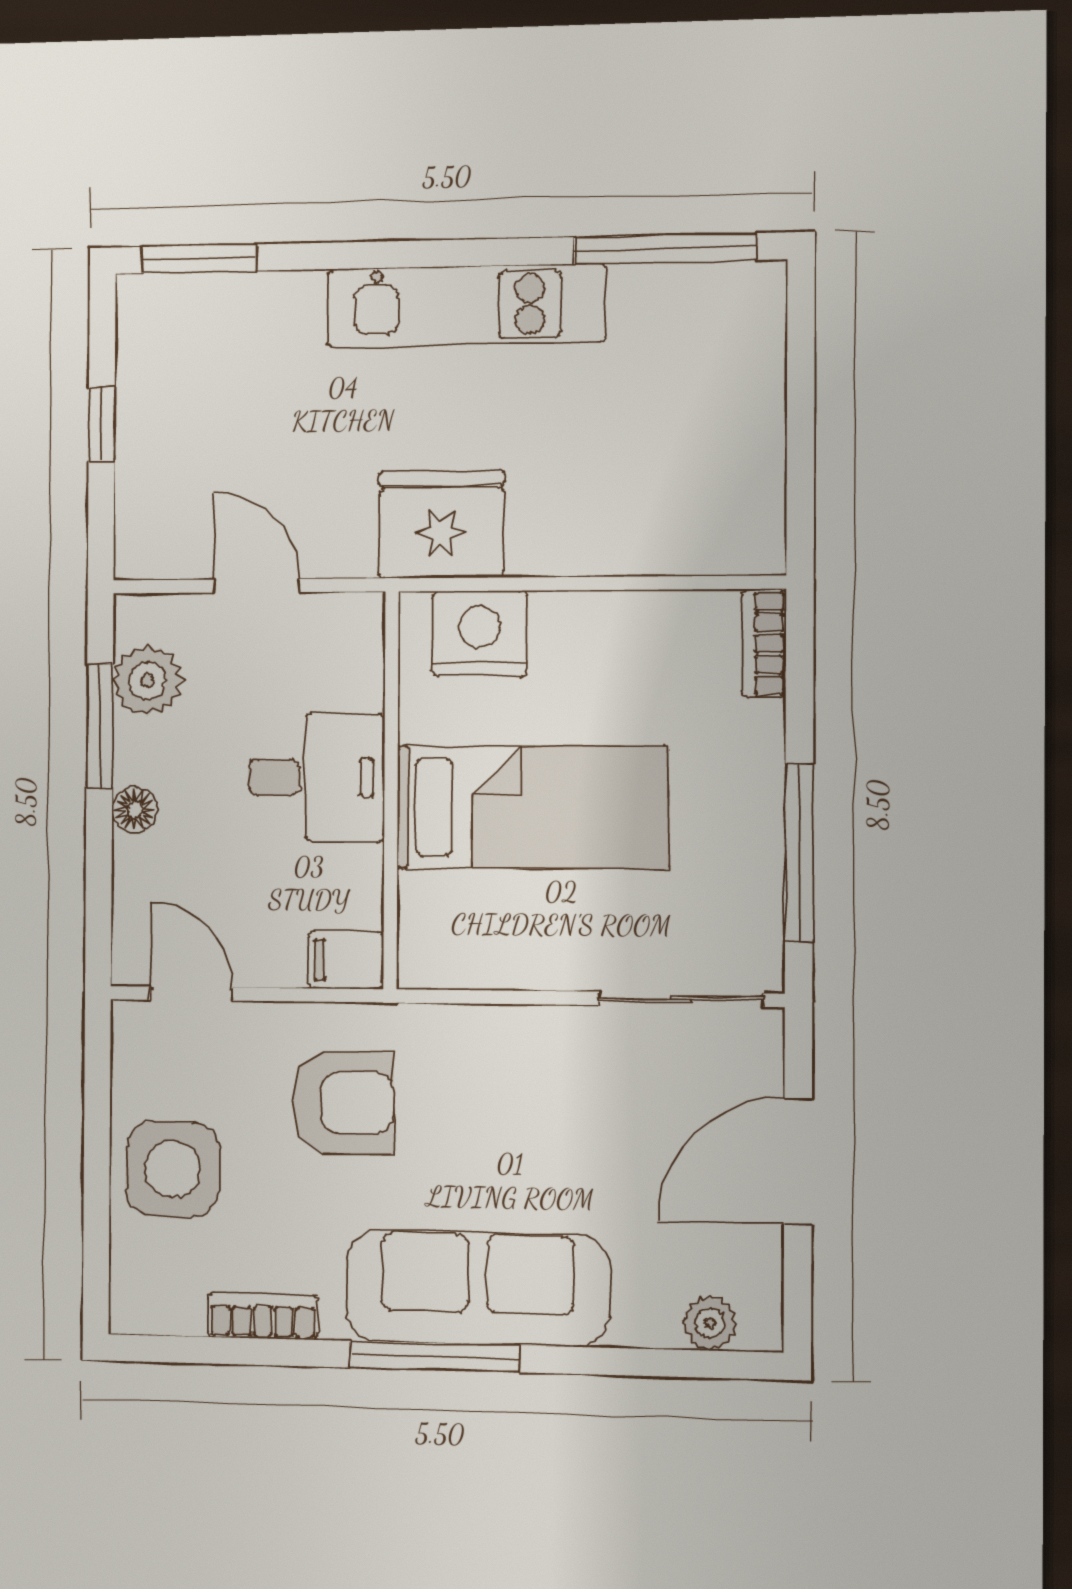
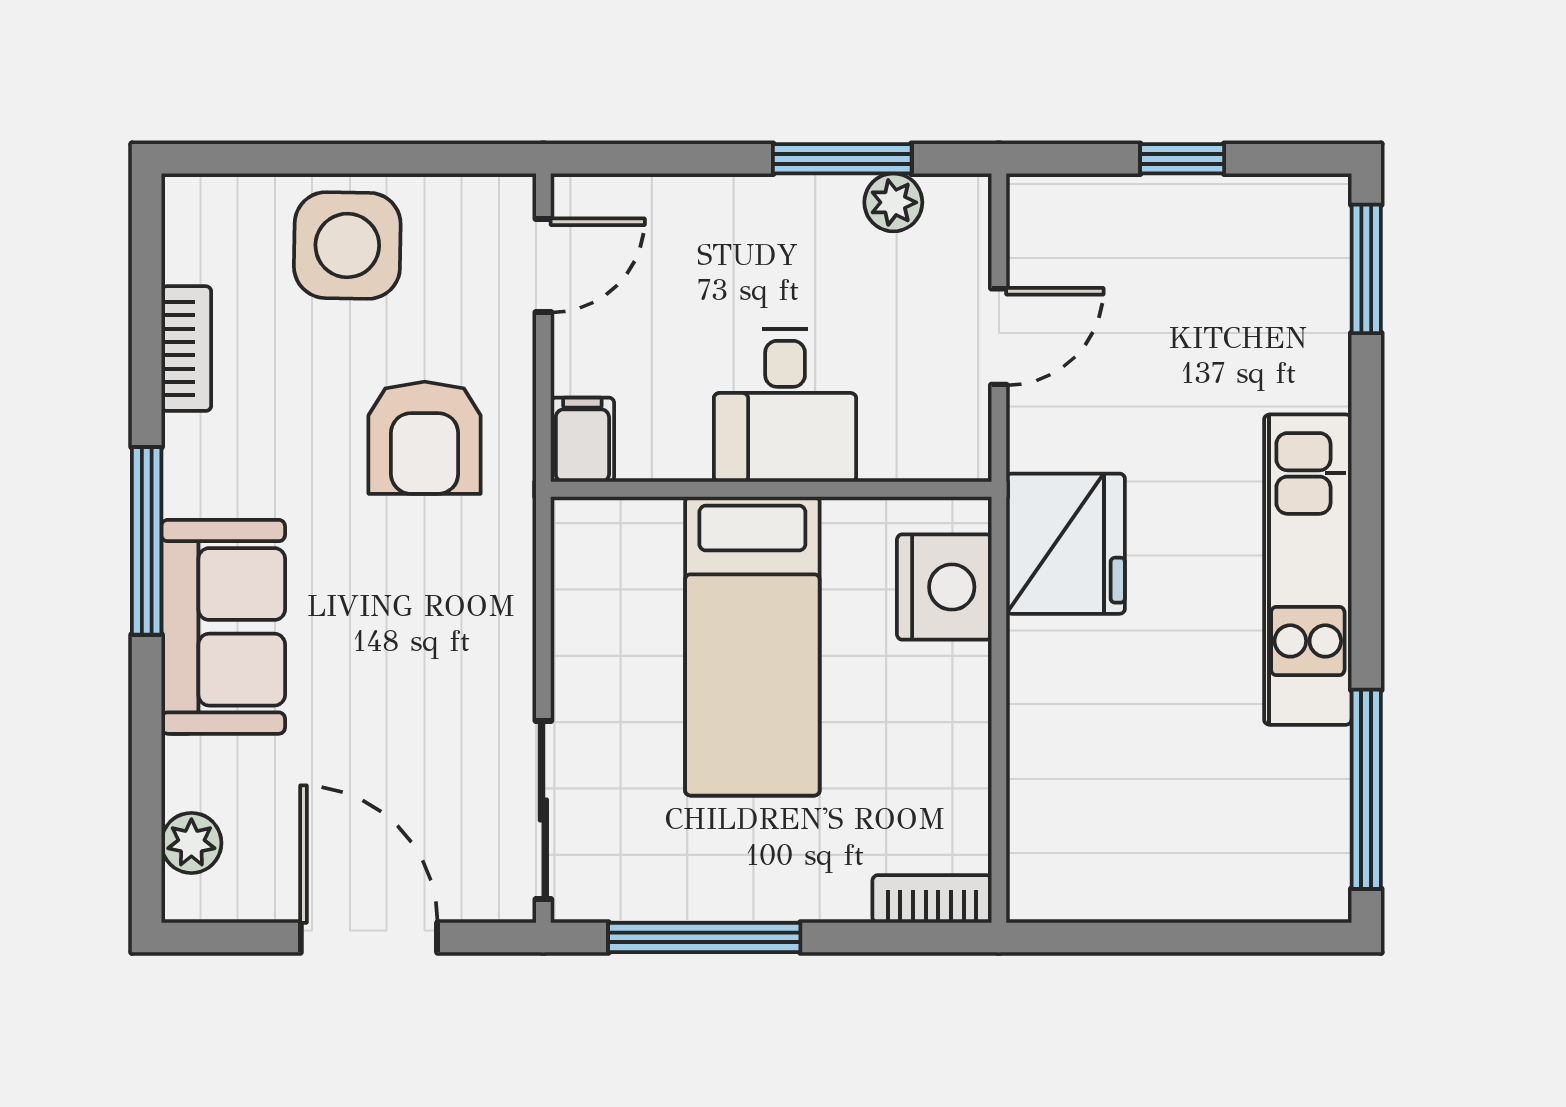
plant: (148, 681) -> (893, 202), width x0.73, depth x0.73
floor lamp: (135, 810) -> (749, 199), removed
sofa: (477, 1288) -> (223, 627), width x0.73

